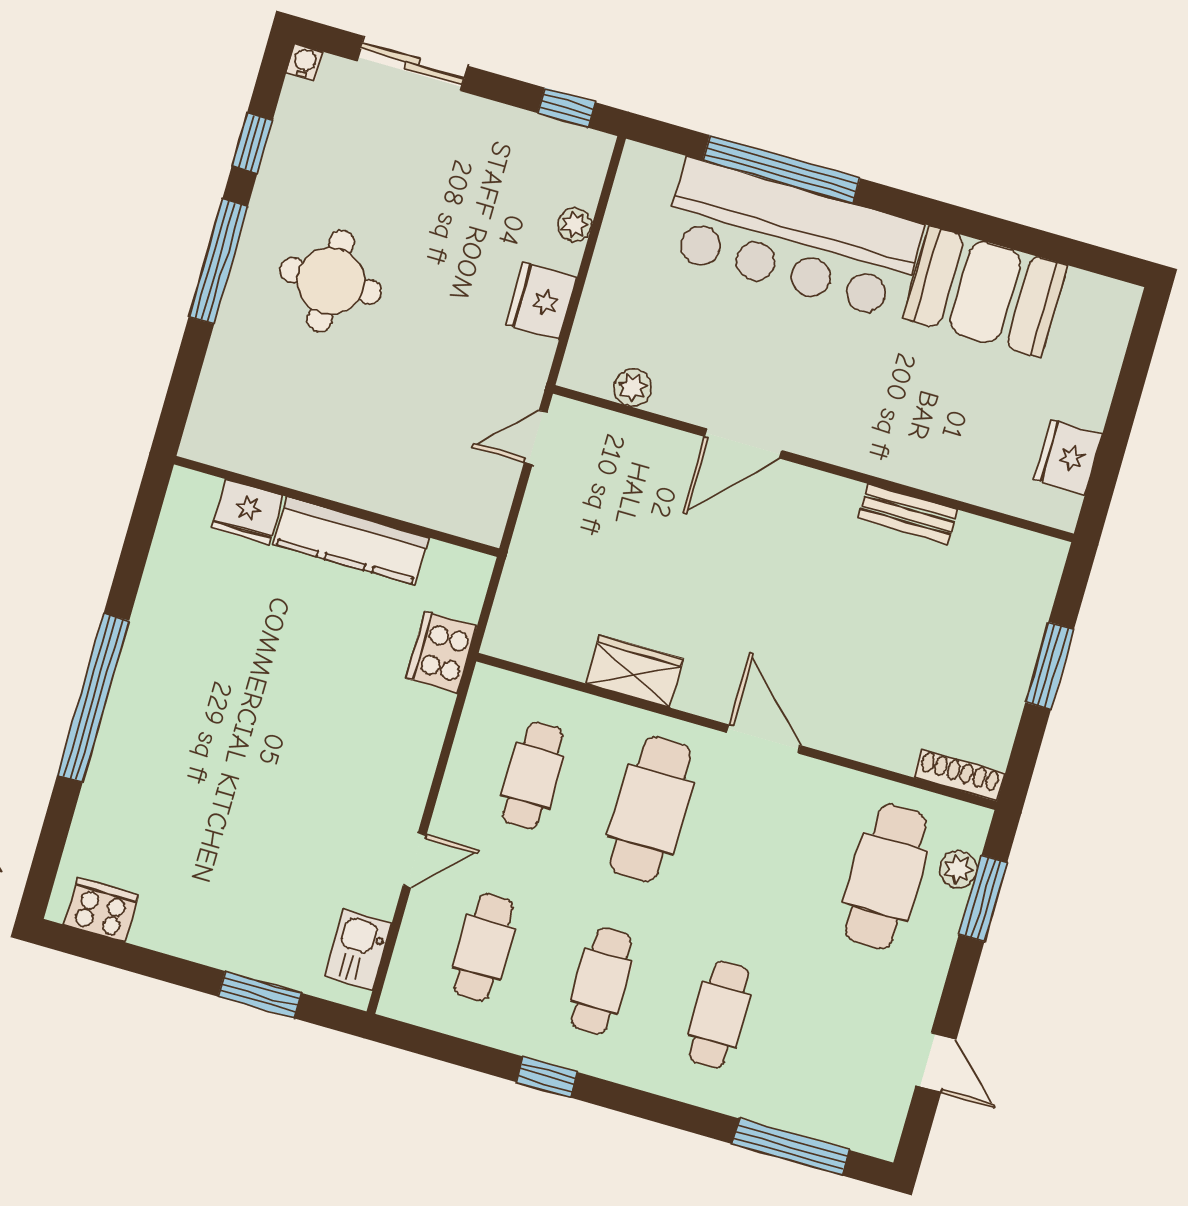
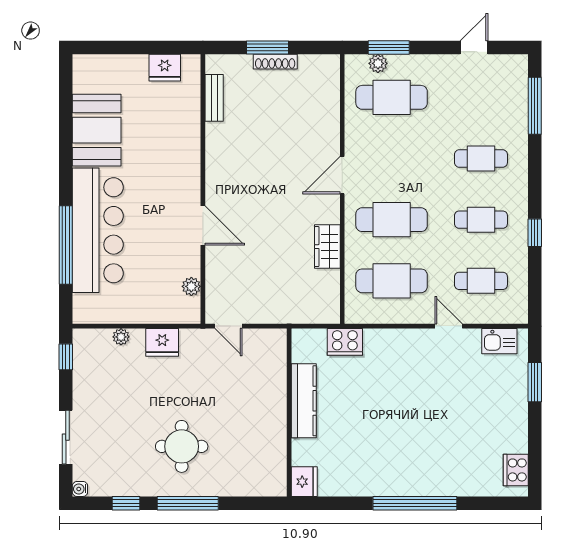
fridge: (248, 512) -> (304, 482), moved
bench: (908, 514) -> (214, 98), moved
cafe table: (533, 775) -> (392, 281), width x1.37, depth x1.35
shoe rack: (959, 775) -> (275, 62), moved, turned -90

